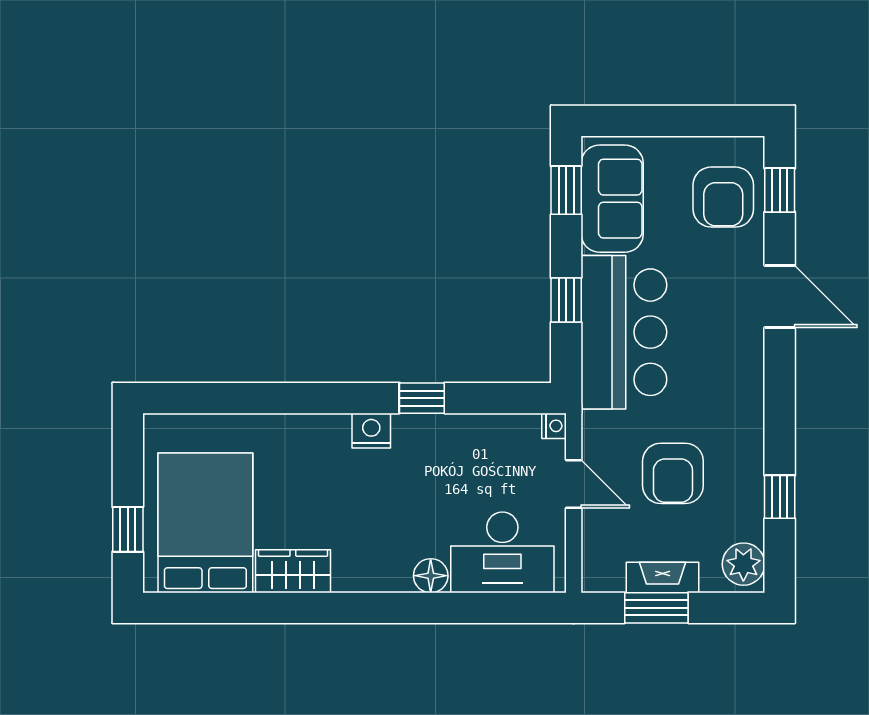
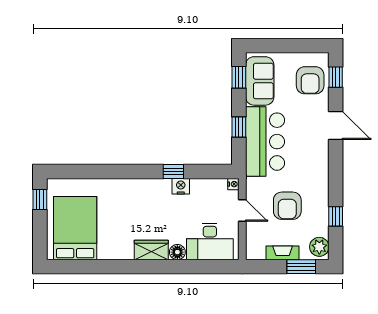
nightstand: (371, 431) -> (181, 186), moved
window: (128, 529) -> (40, 200), moved
wardrobe: (293, 571) -> (151, 250), moved
window: (656, 608) -> (301, 267), moved

